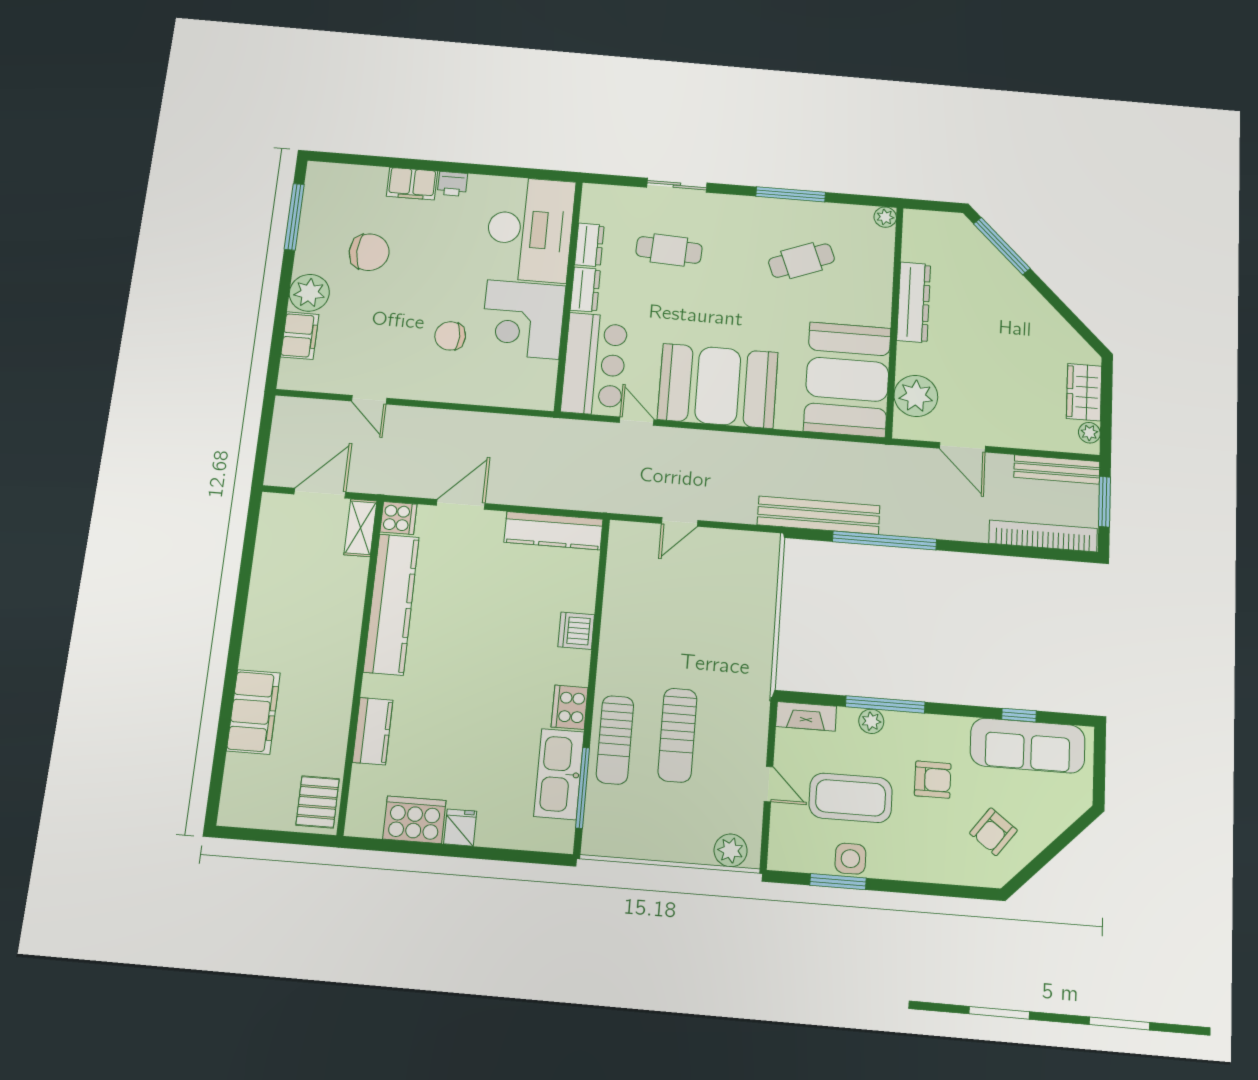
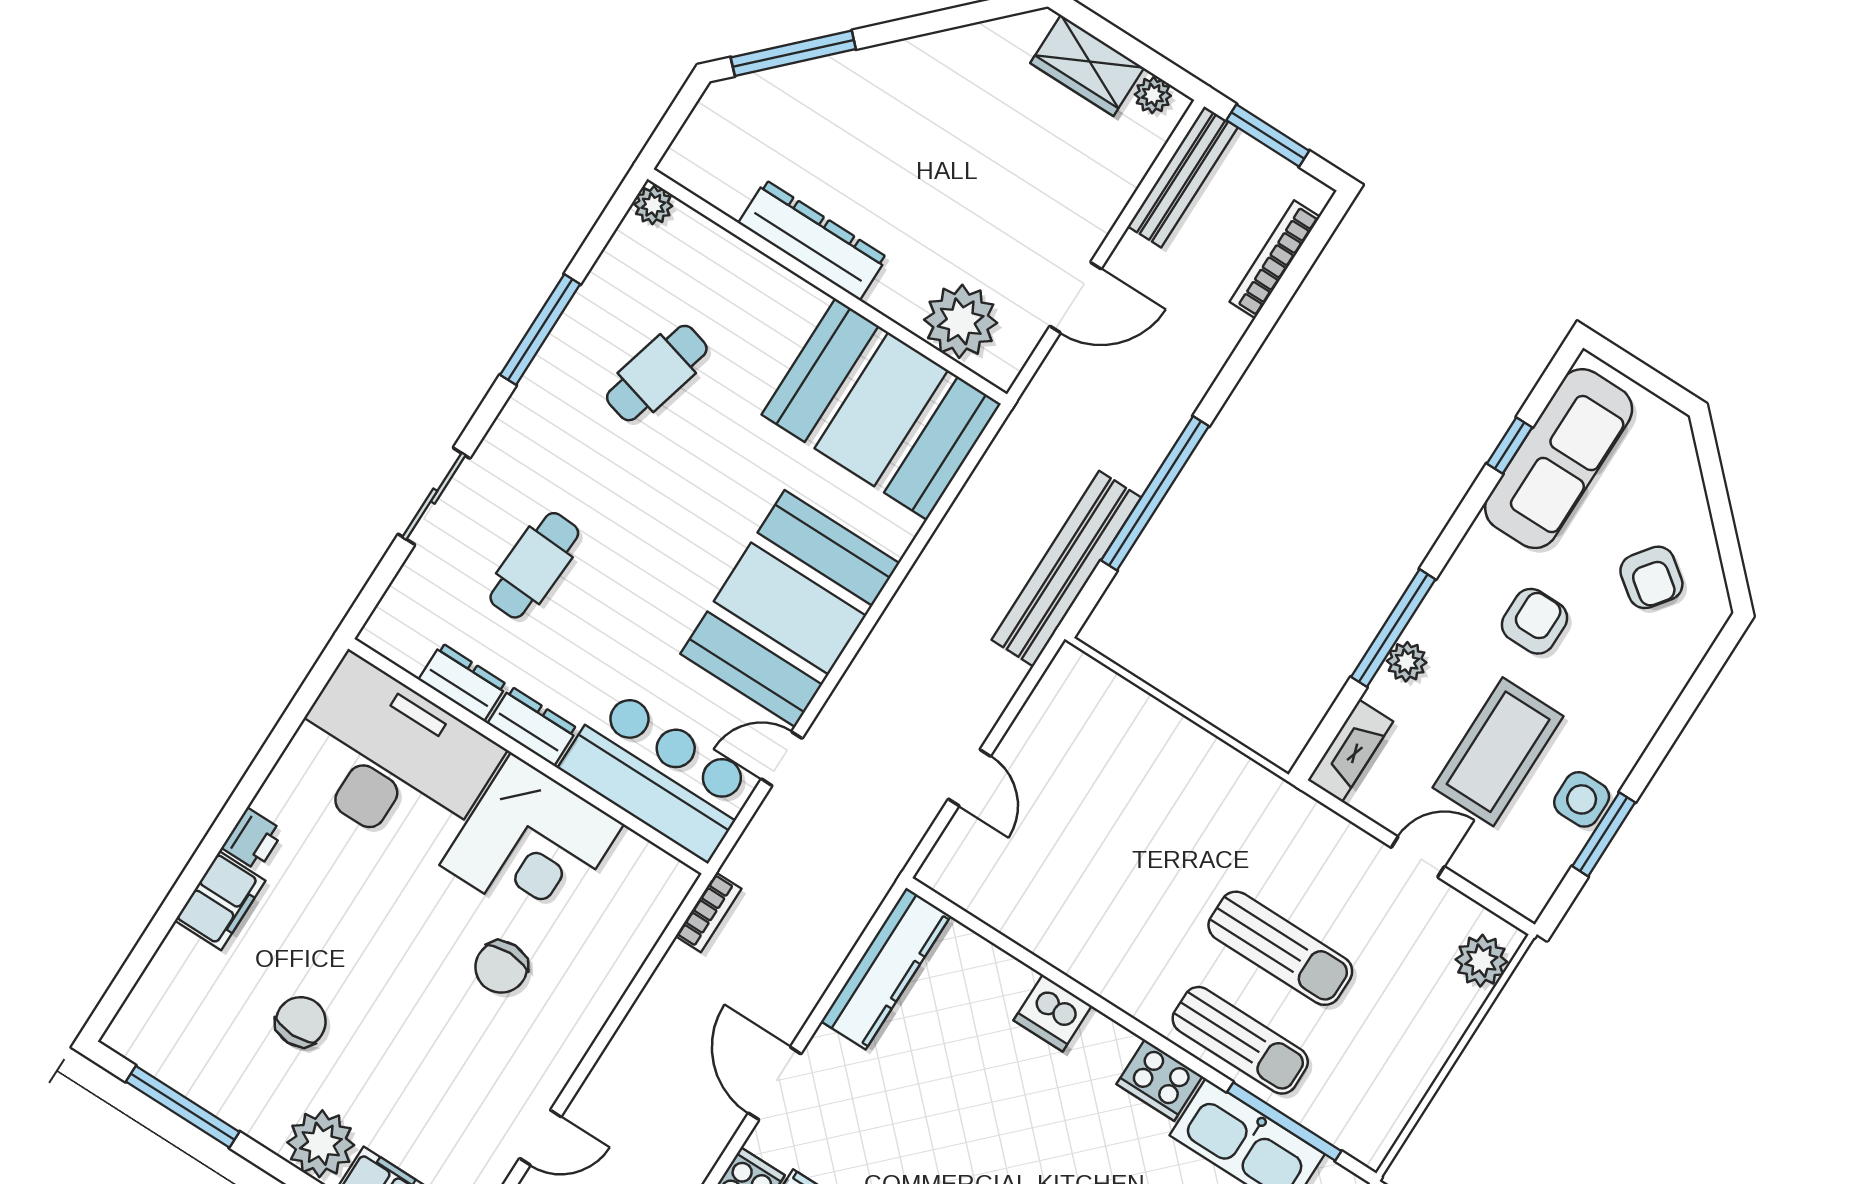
chair: (369, 252) -> (301, 1022), width x0.73, depth x0.73
cafe table: (801, 261) -> (657, 373), turned 36
bookcase: (535, 425) -> (708, 912), added
bookcase: (1043, 536) -> (1275, 259), width x0.68, depth x0.76

